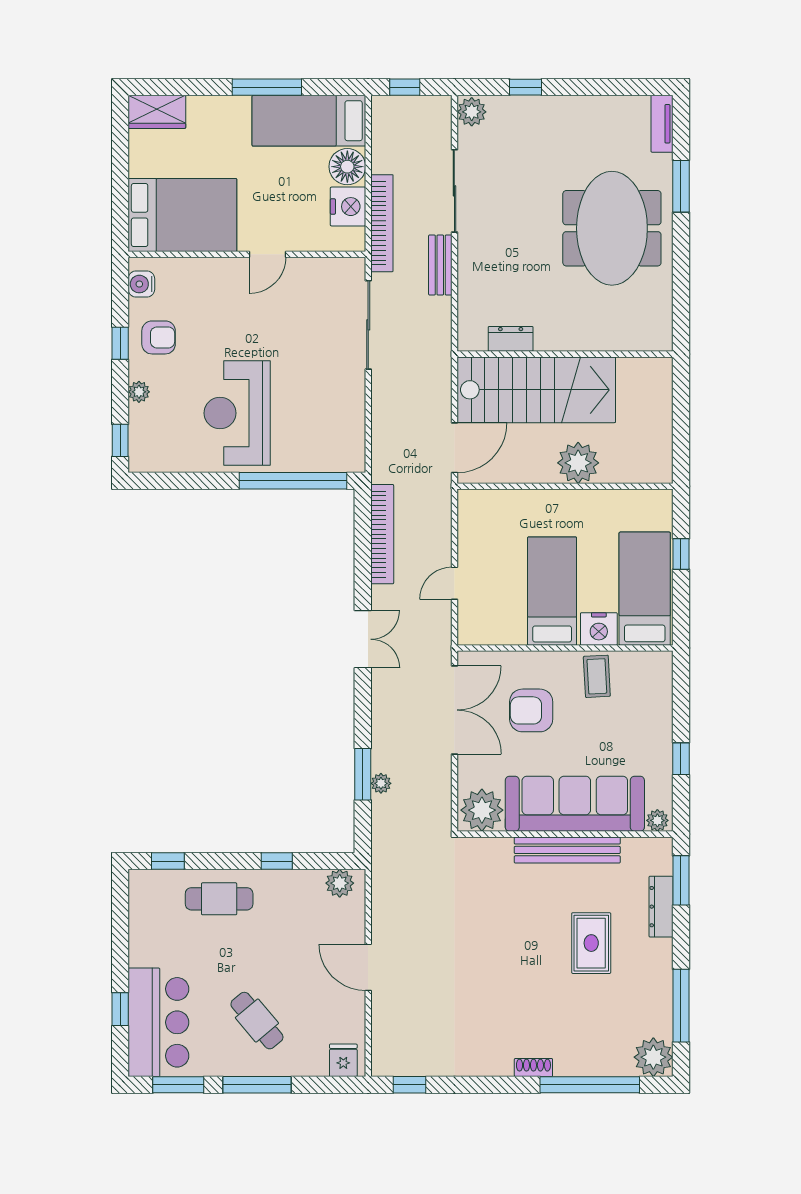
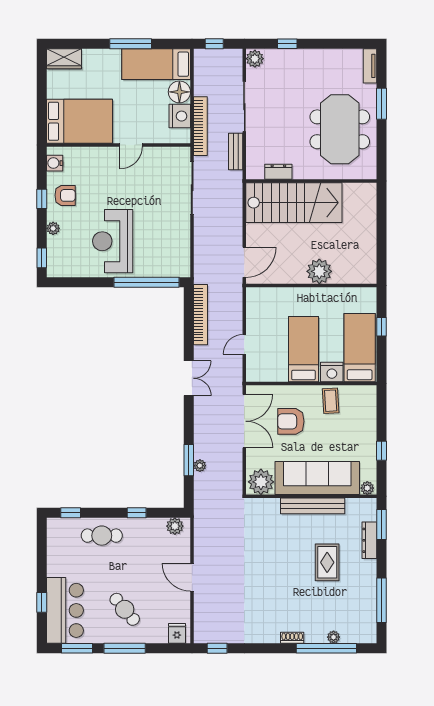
dresser: (511, 339) -> (278, 172), moved
wall: (565, 354) -> (311, 181), moved
stairs: (536, 390) -> (294, 203), moved
plant: (653, 1057) -> (334, 637), moved, width x0.53, depth x0.53

